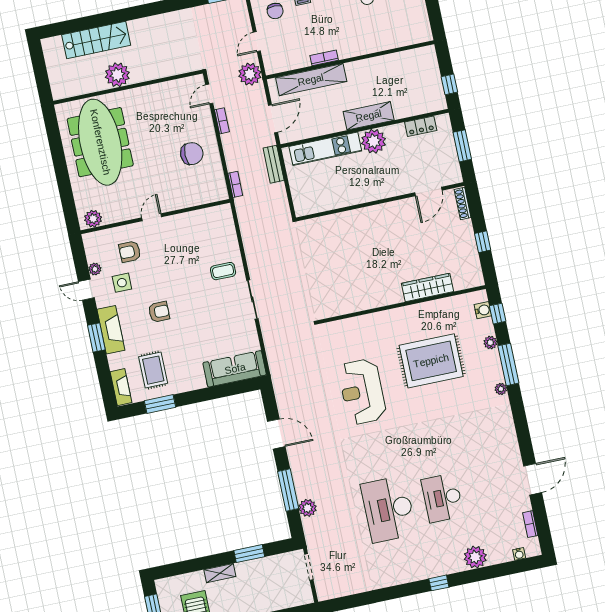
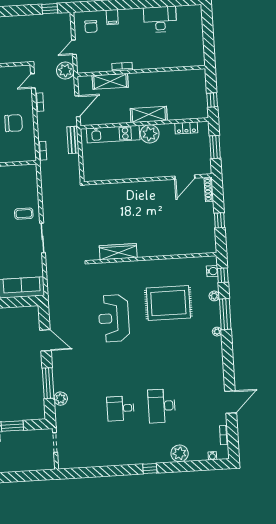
shelving: (311, 80) -> (110, 81), width x0.68
wardrobe: (428, 287) -> (118, 252), moved
desk: (389, 509) -> (120, 408), width x0.53, depth x0.77

